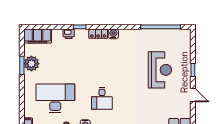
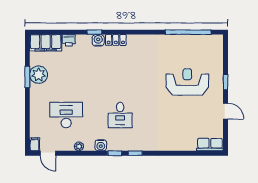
printer: (69, 34) -> (69, 40), moved
water cooler: (113, 34) -> (98, 40), moved
reception desk: (160, 70) -> (187, 82), turned -90
desk: (55, 98) -> (66, 115), width x0.73, depth x0.77

